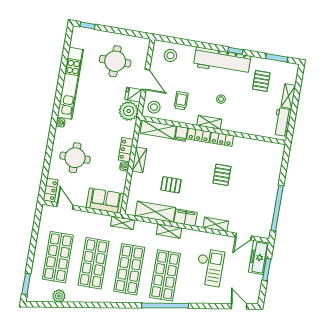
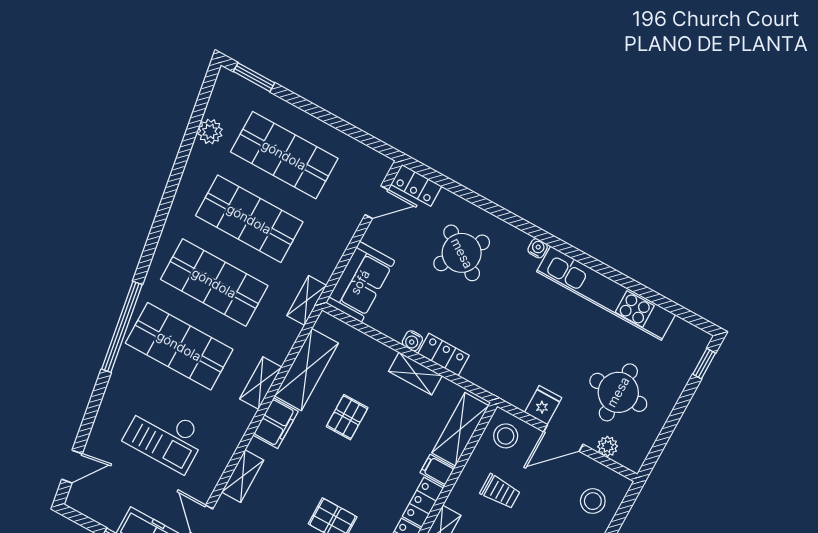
plant: (129, 111) -> (608, 446), moved, width x0.53, depth x0.53
round table: (75, 158) -> (462, 253), turned 34

